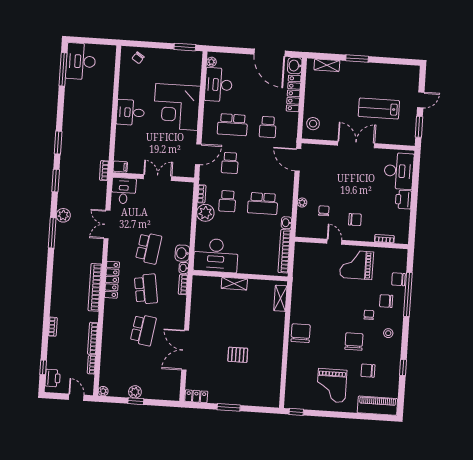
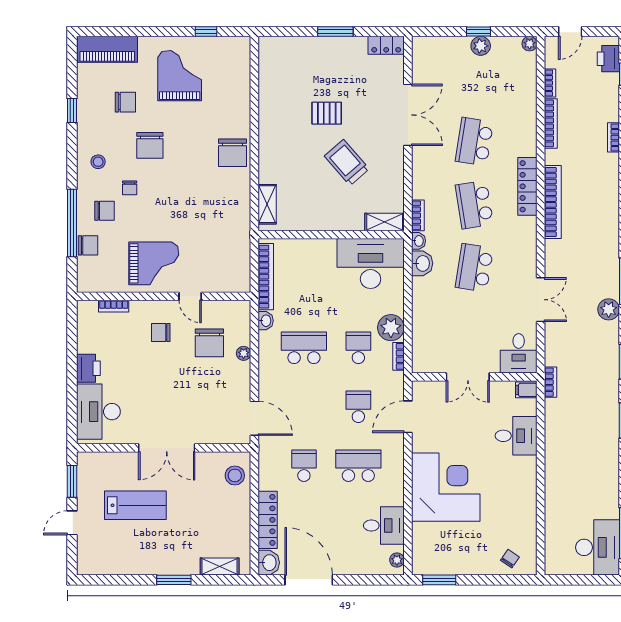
desk: (218, 85) -> (384, 525), width x0.73
desk: (130, 112) -> (516, 436), moved
chair: (324, 211) -> (209, 343), width x1.87, depth x1.87
locker: (112, 280) -> (527, 186), moved
shelving: (234, 284) -> (385, 222), moved
trolley: (227, 322) -> (347, 163), added
door: (76, 397) -> (570, 32), hinge flipped
window: (296, 412) -> (206, 32), moved

